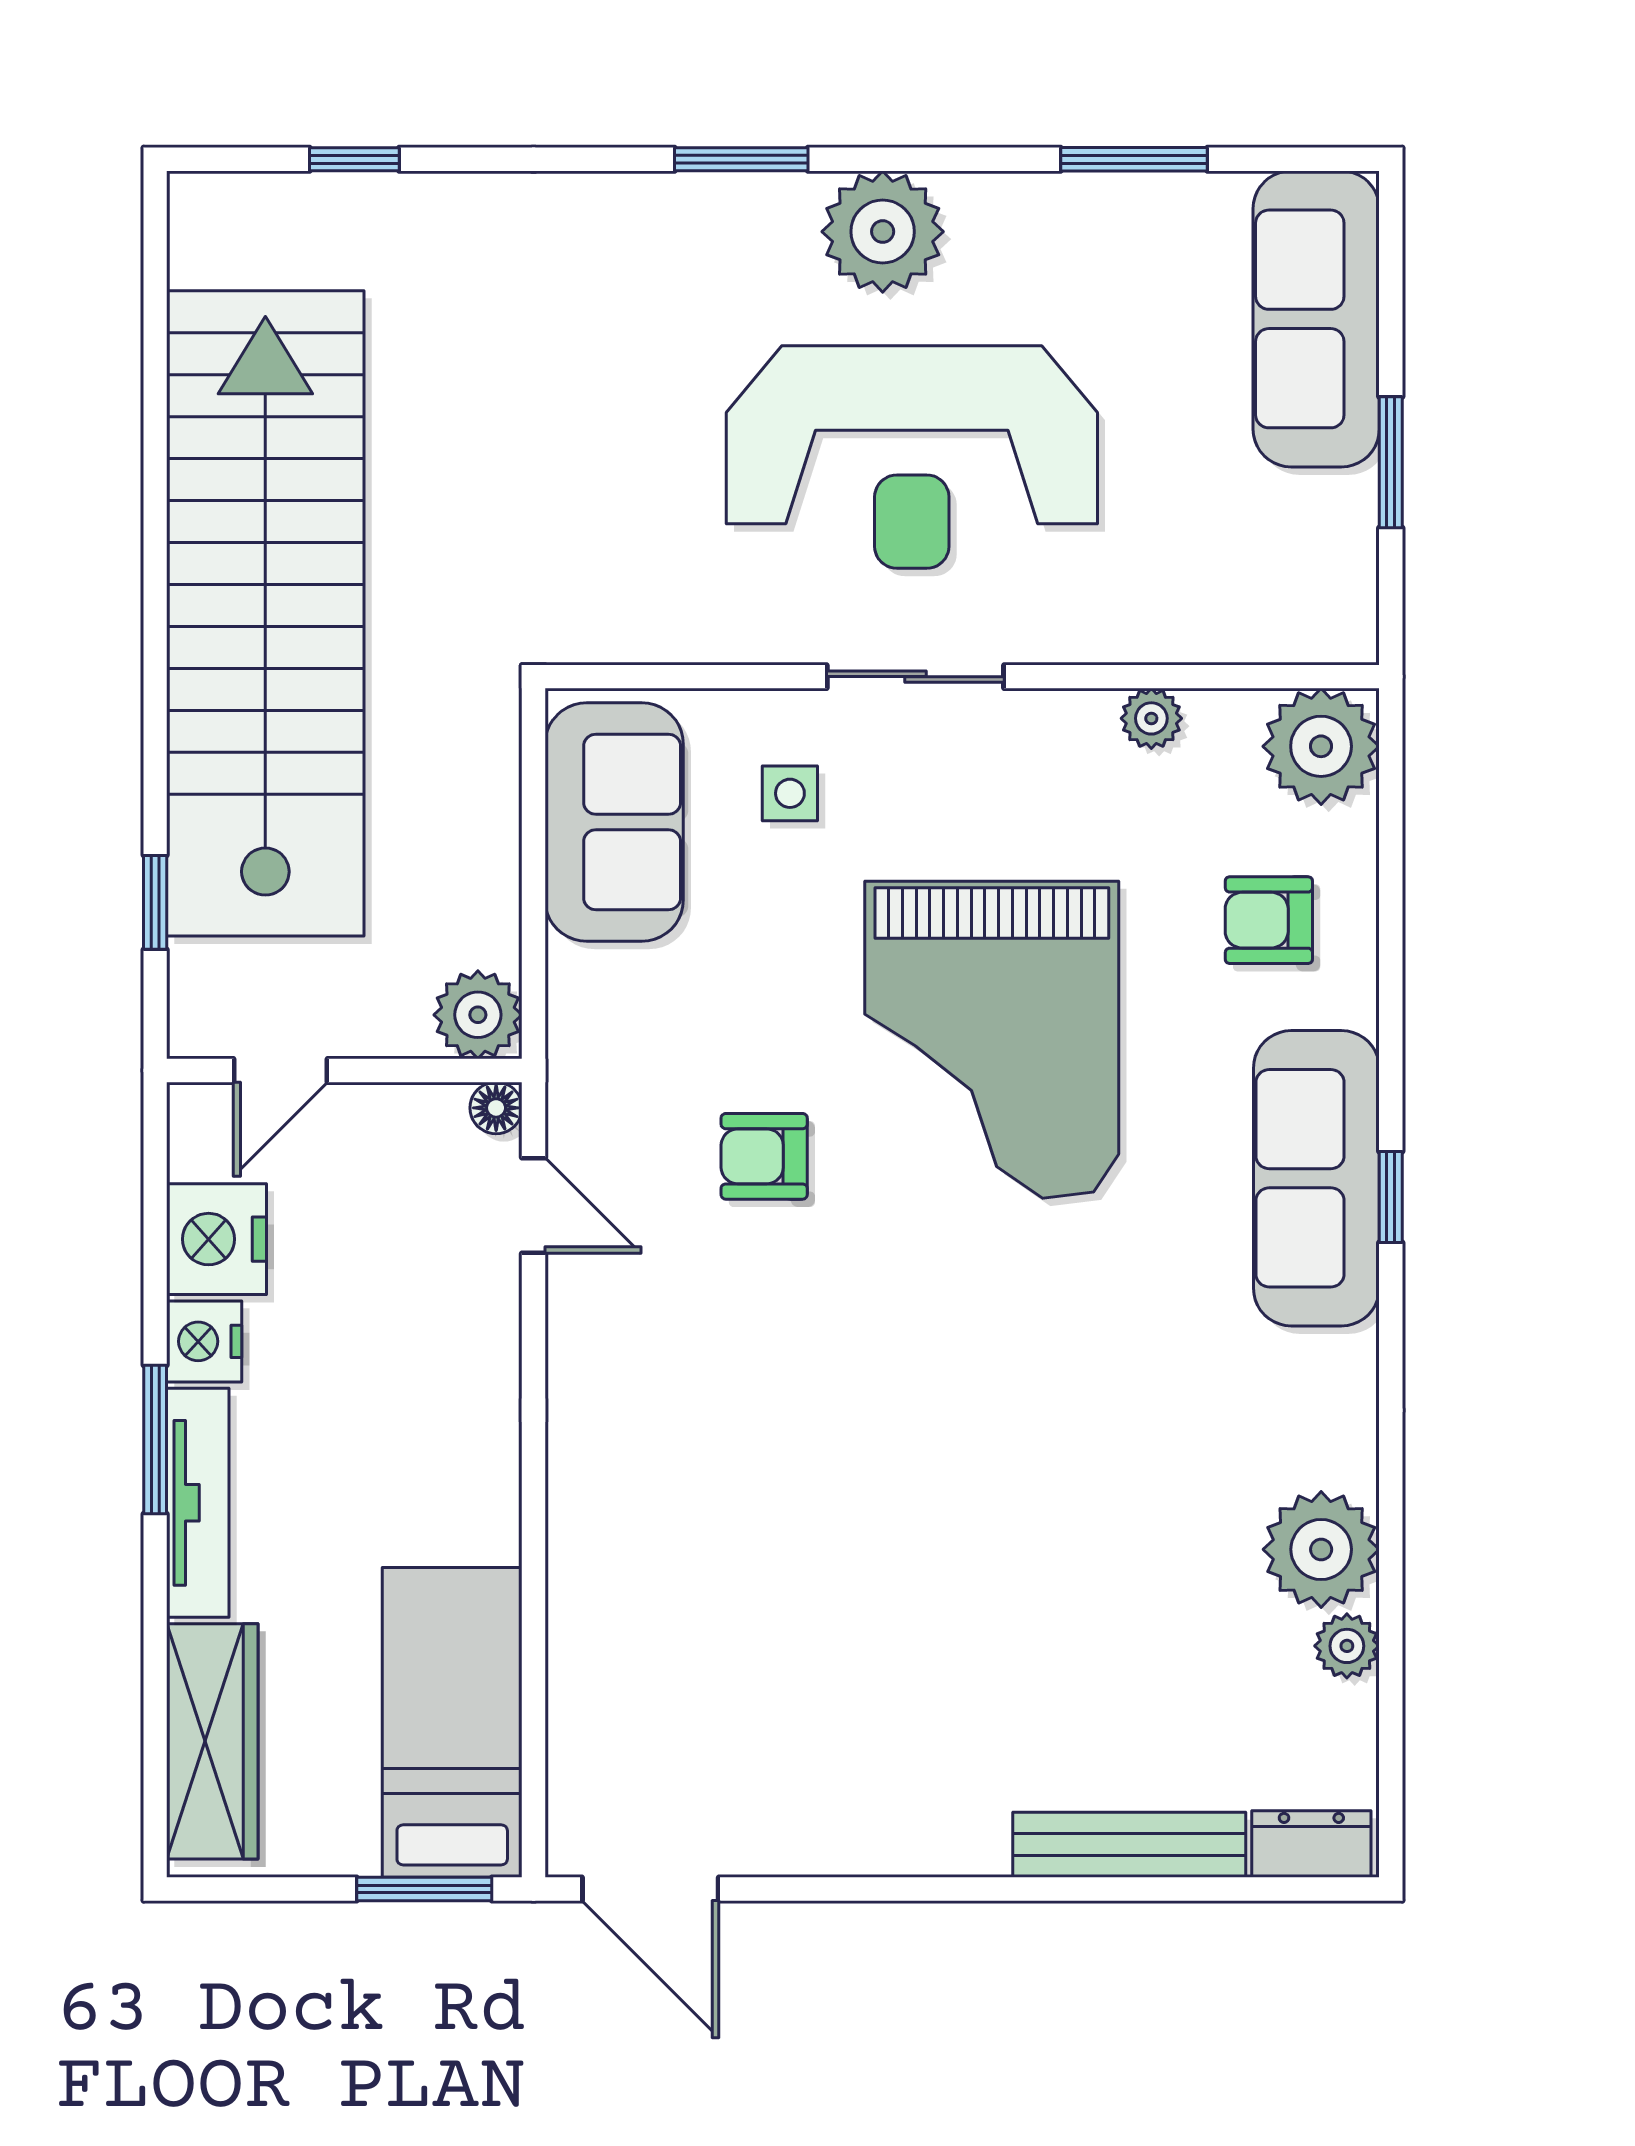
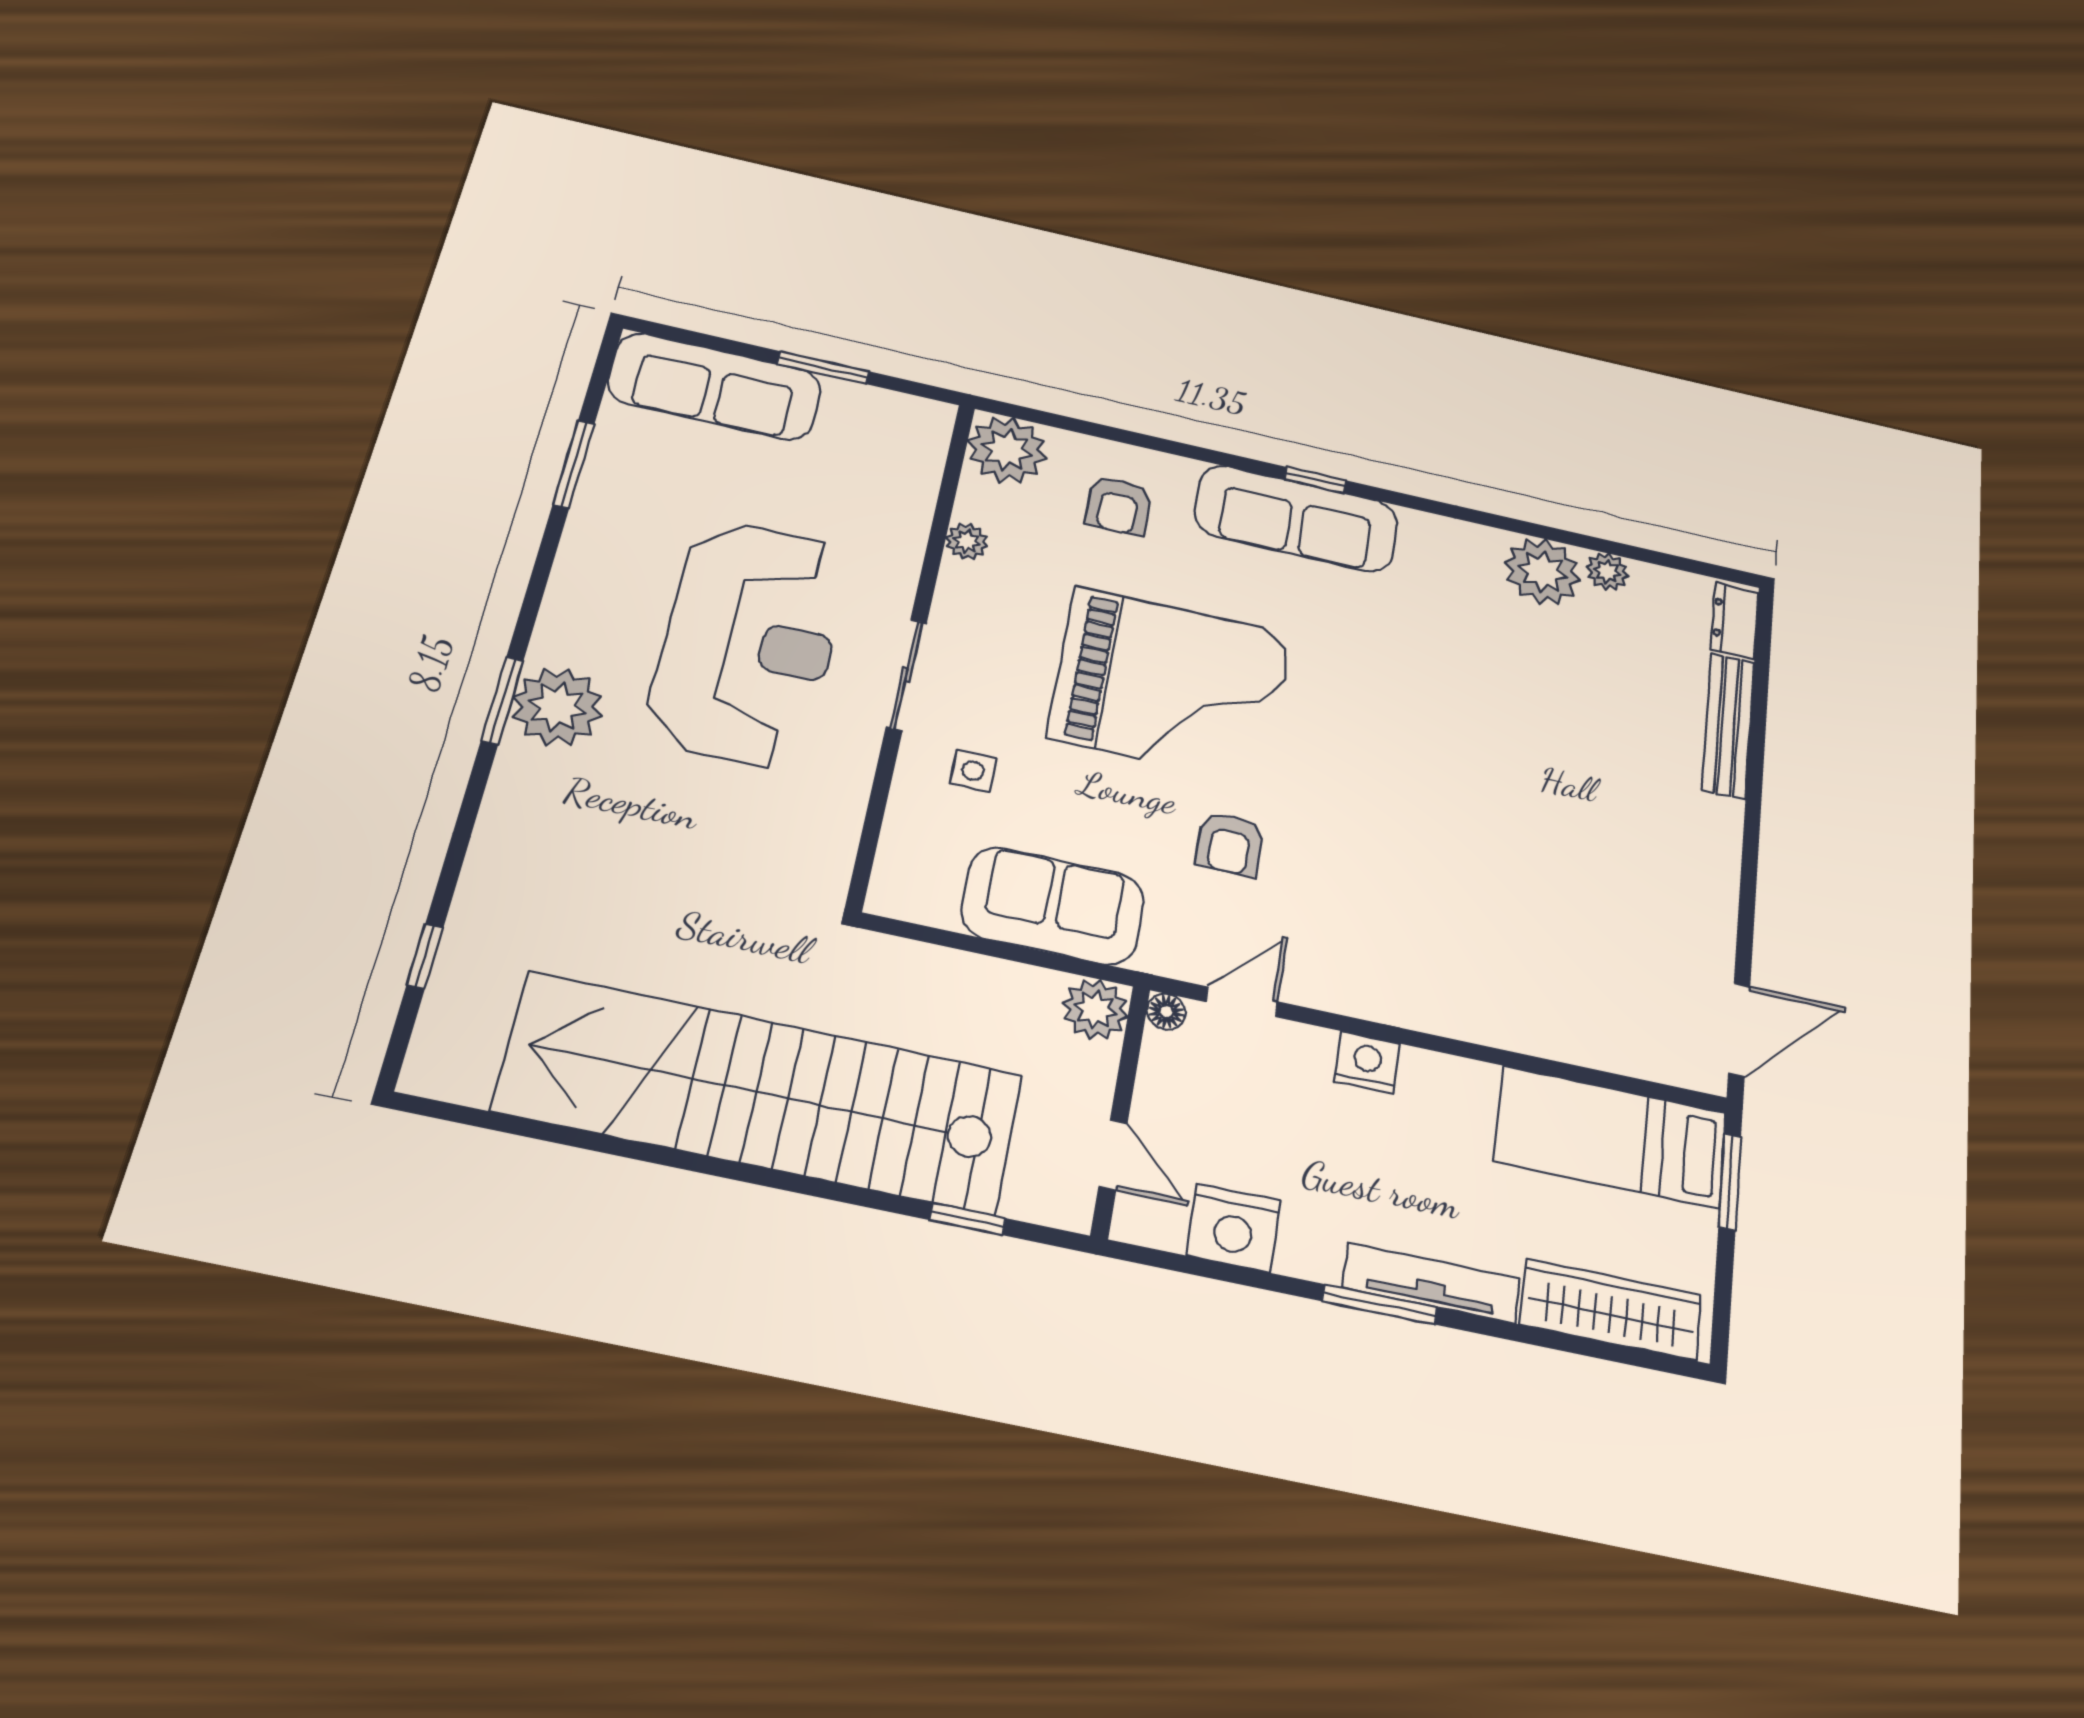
plant: (883, 232) -> (557, 707), moved
sofa: (614, 822) -> (1053, 906), moved
nightstand: (204, 1341) -> (1367, 1063), moved, turned 180

